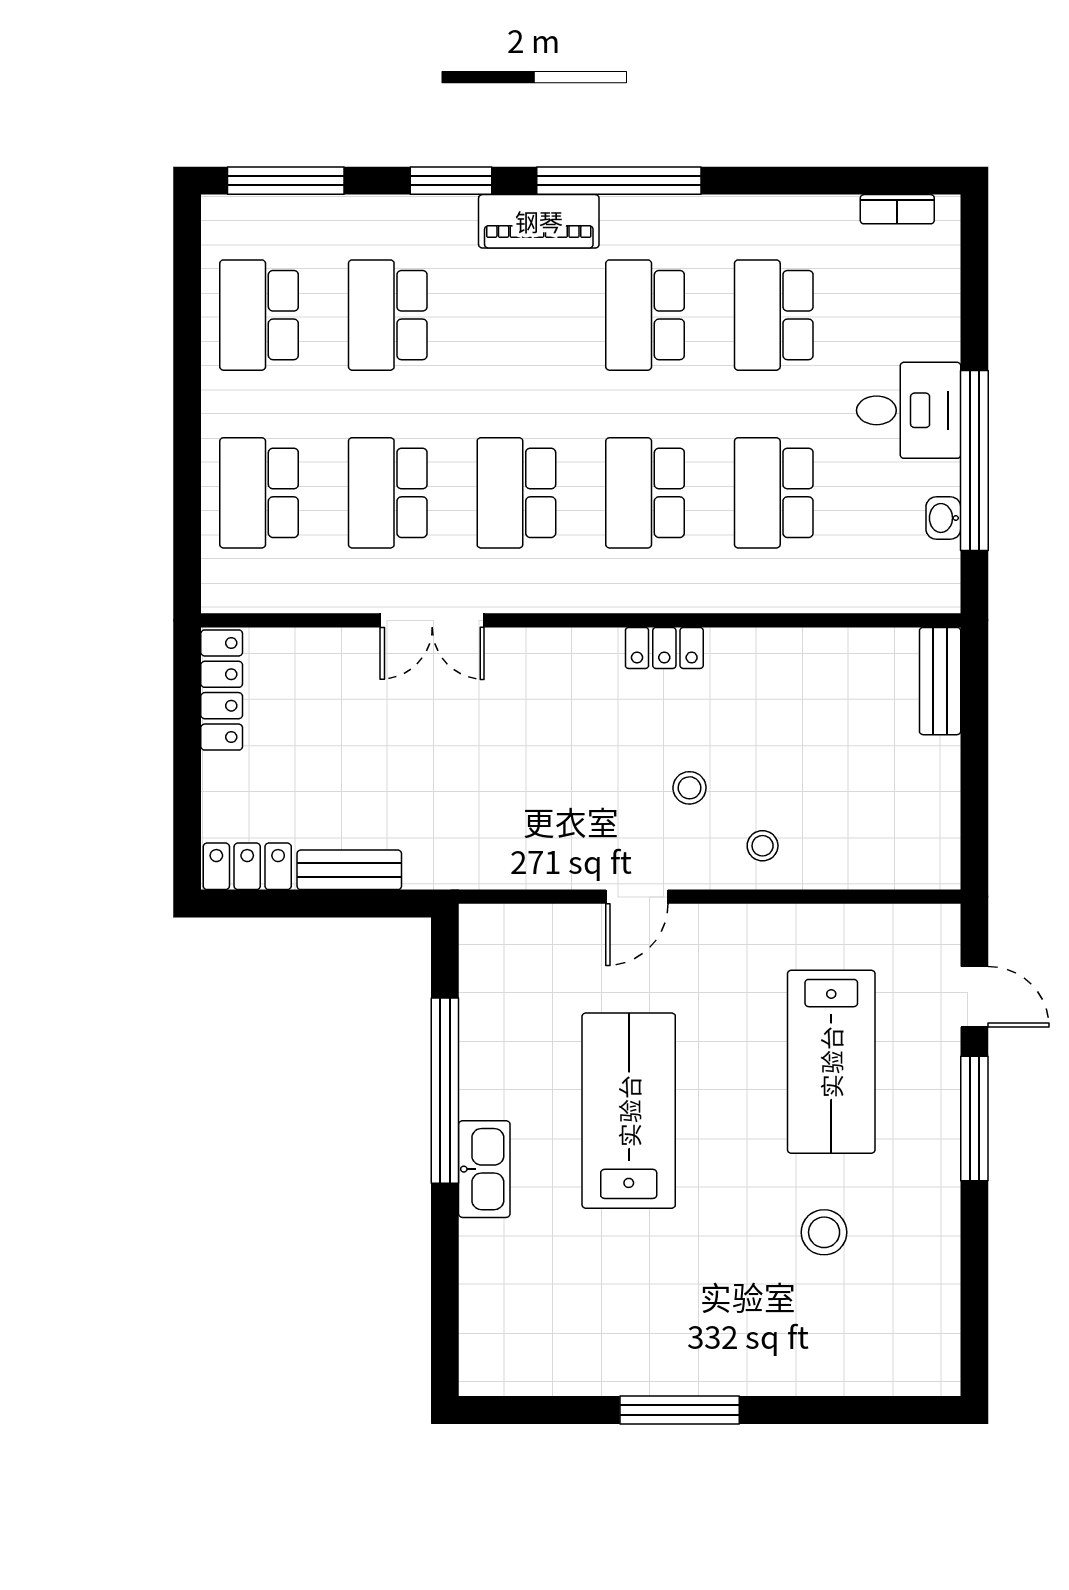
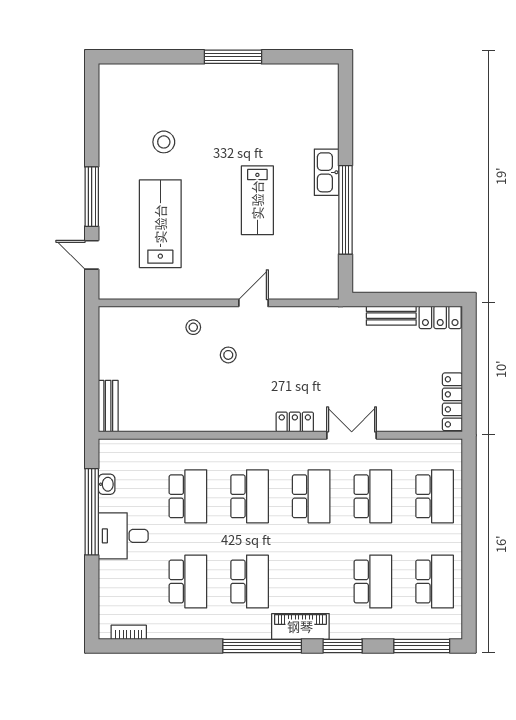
locker: (664, 648) -> (295, 422), moved
lab bench: (629, 1111) -> (257, 200), width x0.73, depth x0.72

